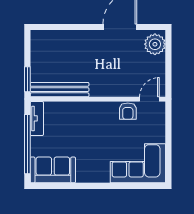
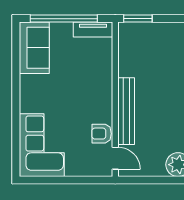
bench: (60, 90) -> (126, 111), moved

